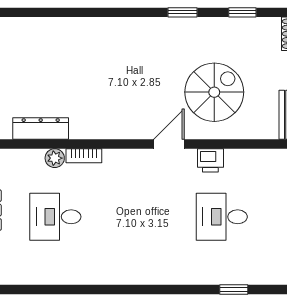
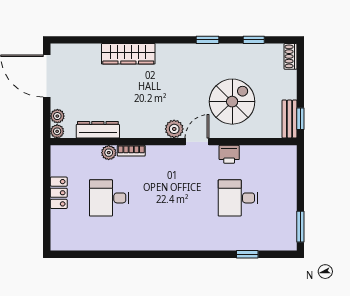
wardrobe: (80, 30) -> (128, 54), added
plant: (139, 128) -> (174, 129), added

